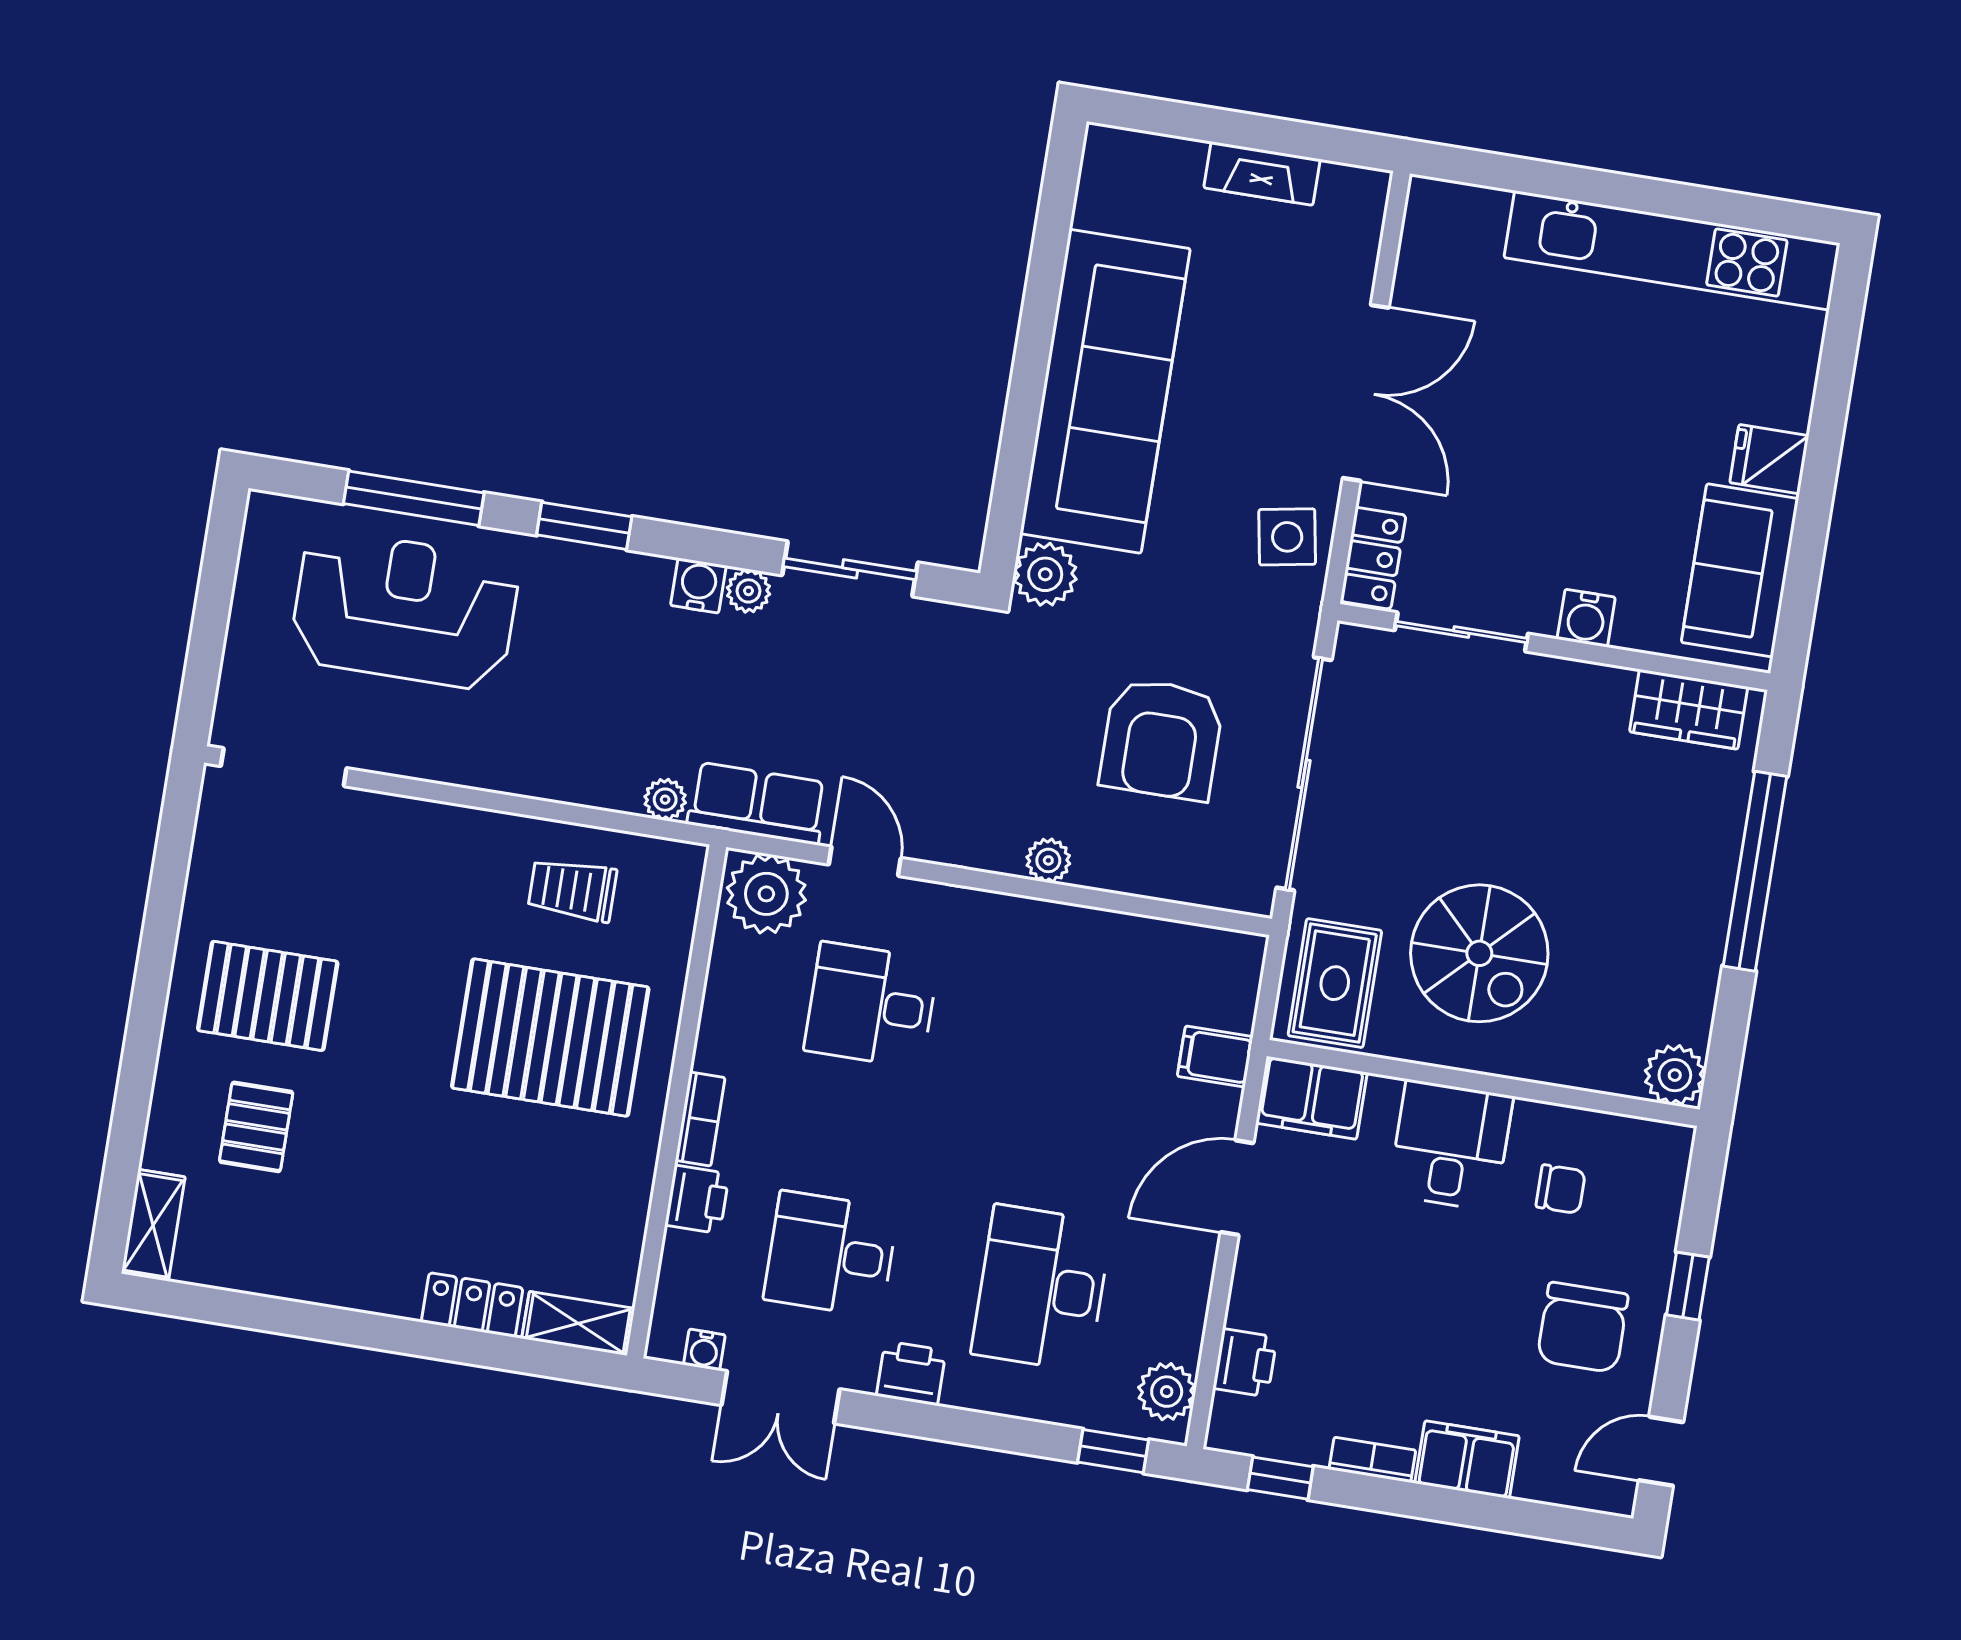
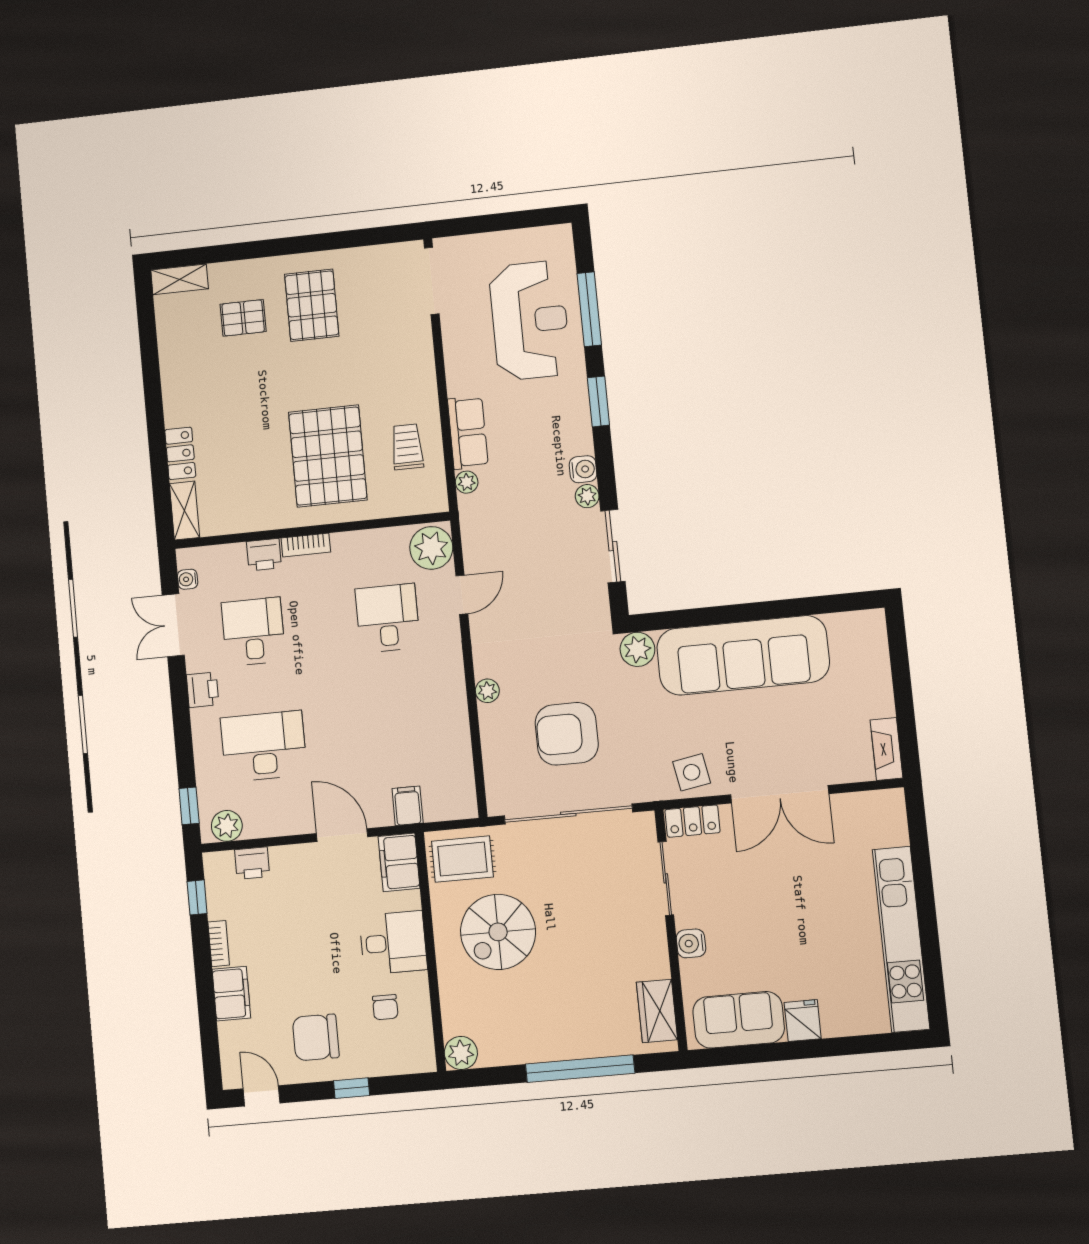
fireplace: (1262, 173) -> (887, 749), moved
row of seats: (757, 803) -> (468, 433), moved

